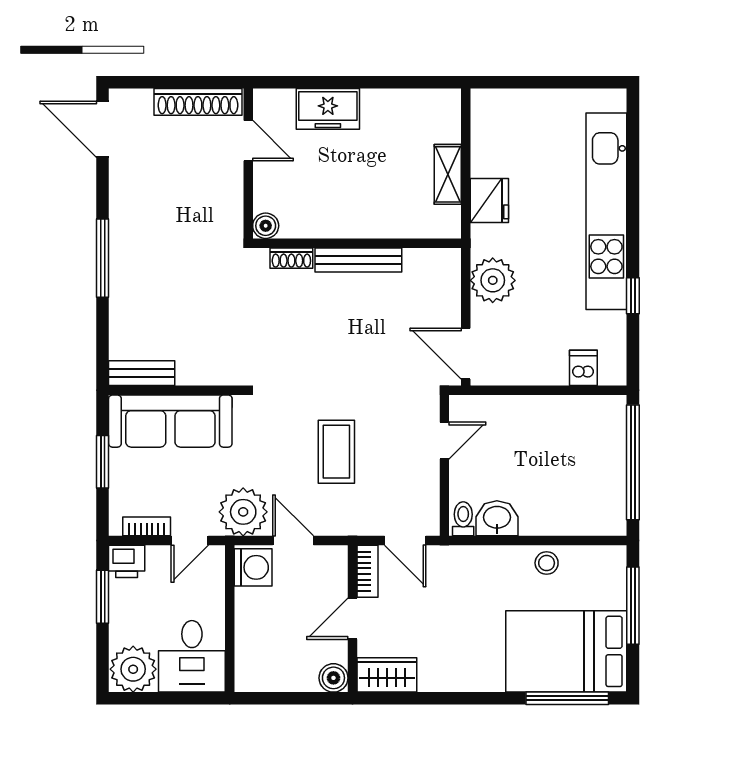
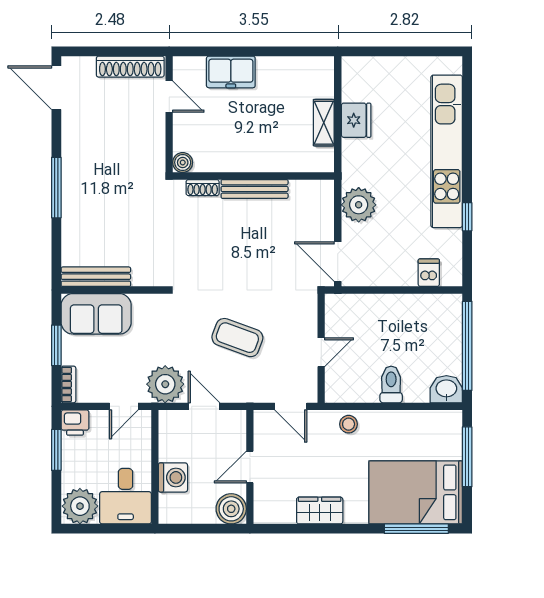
fridge: (489, 200) -> (356, 120), moved
bench: (142, 373) -> (96, 277), width x1.36
sofa: (170, 421) -> (96, 314), width x0.73
door: (444, 441) -> (321, 352), moved
coffee table: (336, 452) -> (237, 338), turned -70
washbasin: (497, 518) -> (446, 389), moved
toilet: (463, 519) -> (391, 384), moved, width x1.37, depth x1.39
bookcase: (147, 526) -> (68, 384), moved, turned 90
stool: (547, 563) -> (349, 424), moved
washing machine: (253, 567) -> (173, 477), moved
bookcase: (367, 571) -> (262, 430), removed
wardrobe: (387, 675) -> (320, 511), moved
boiler: (333, 678) -> (231, 509), width x1.36, depth x1.36

